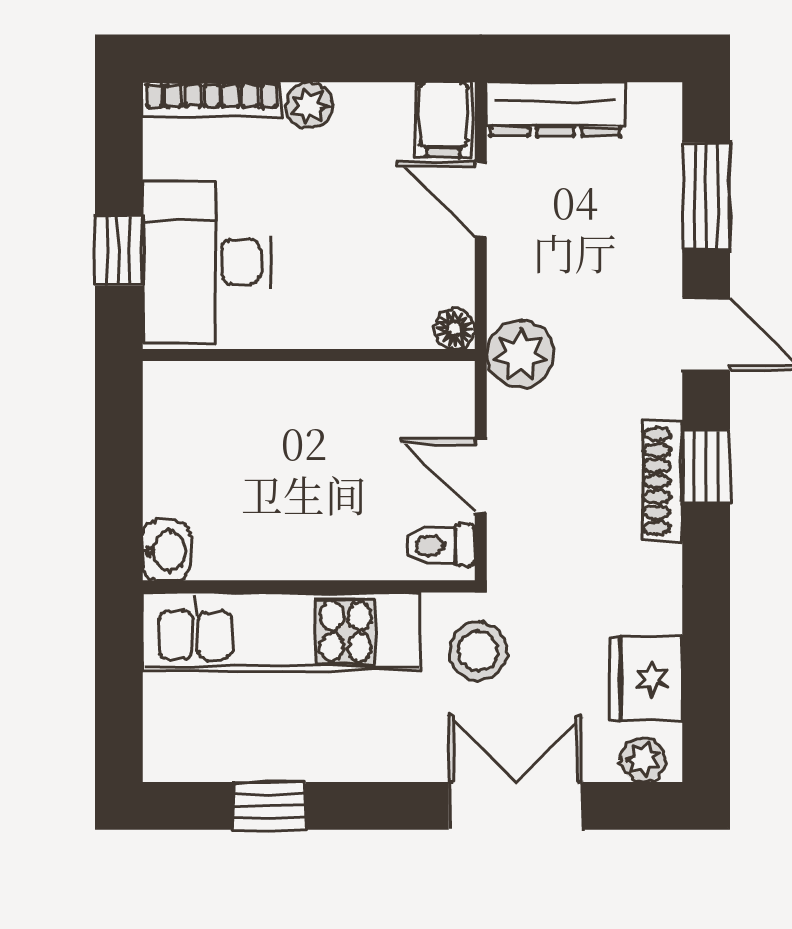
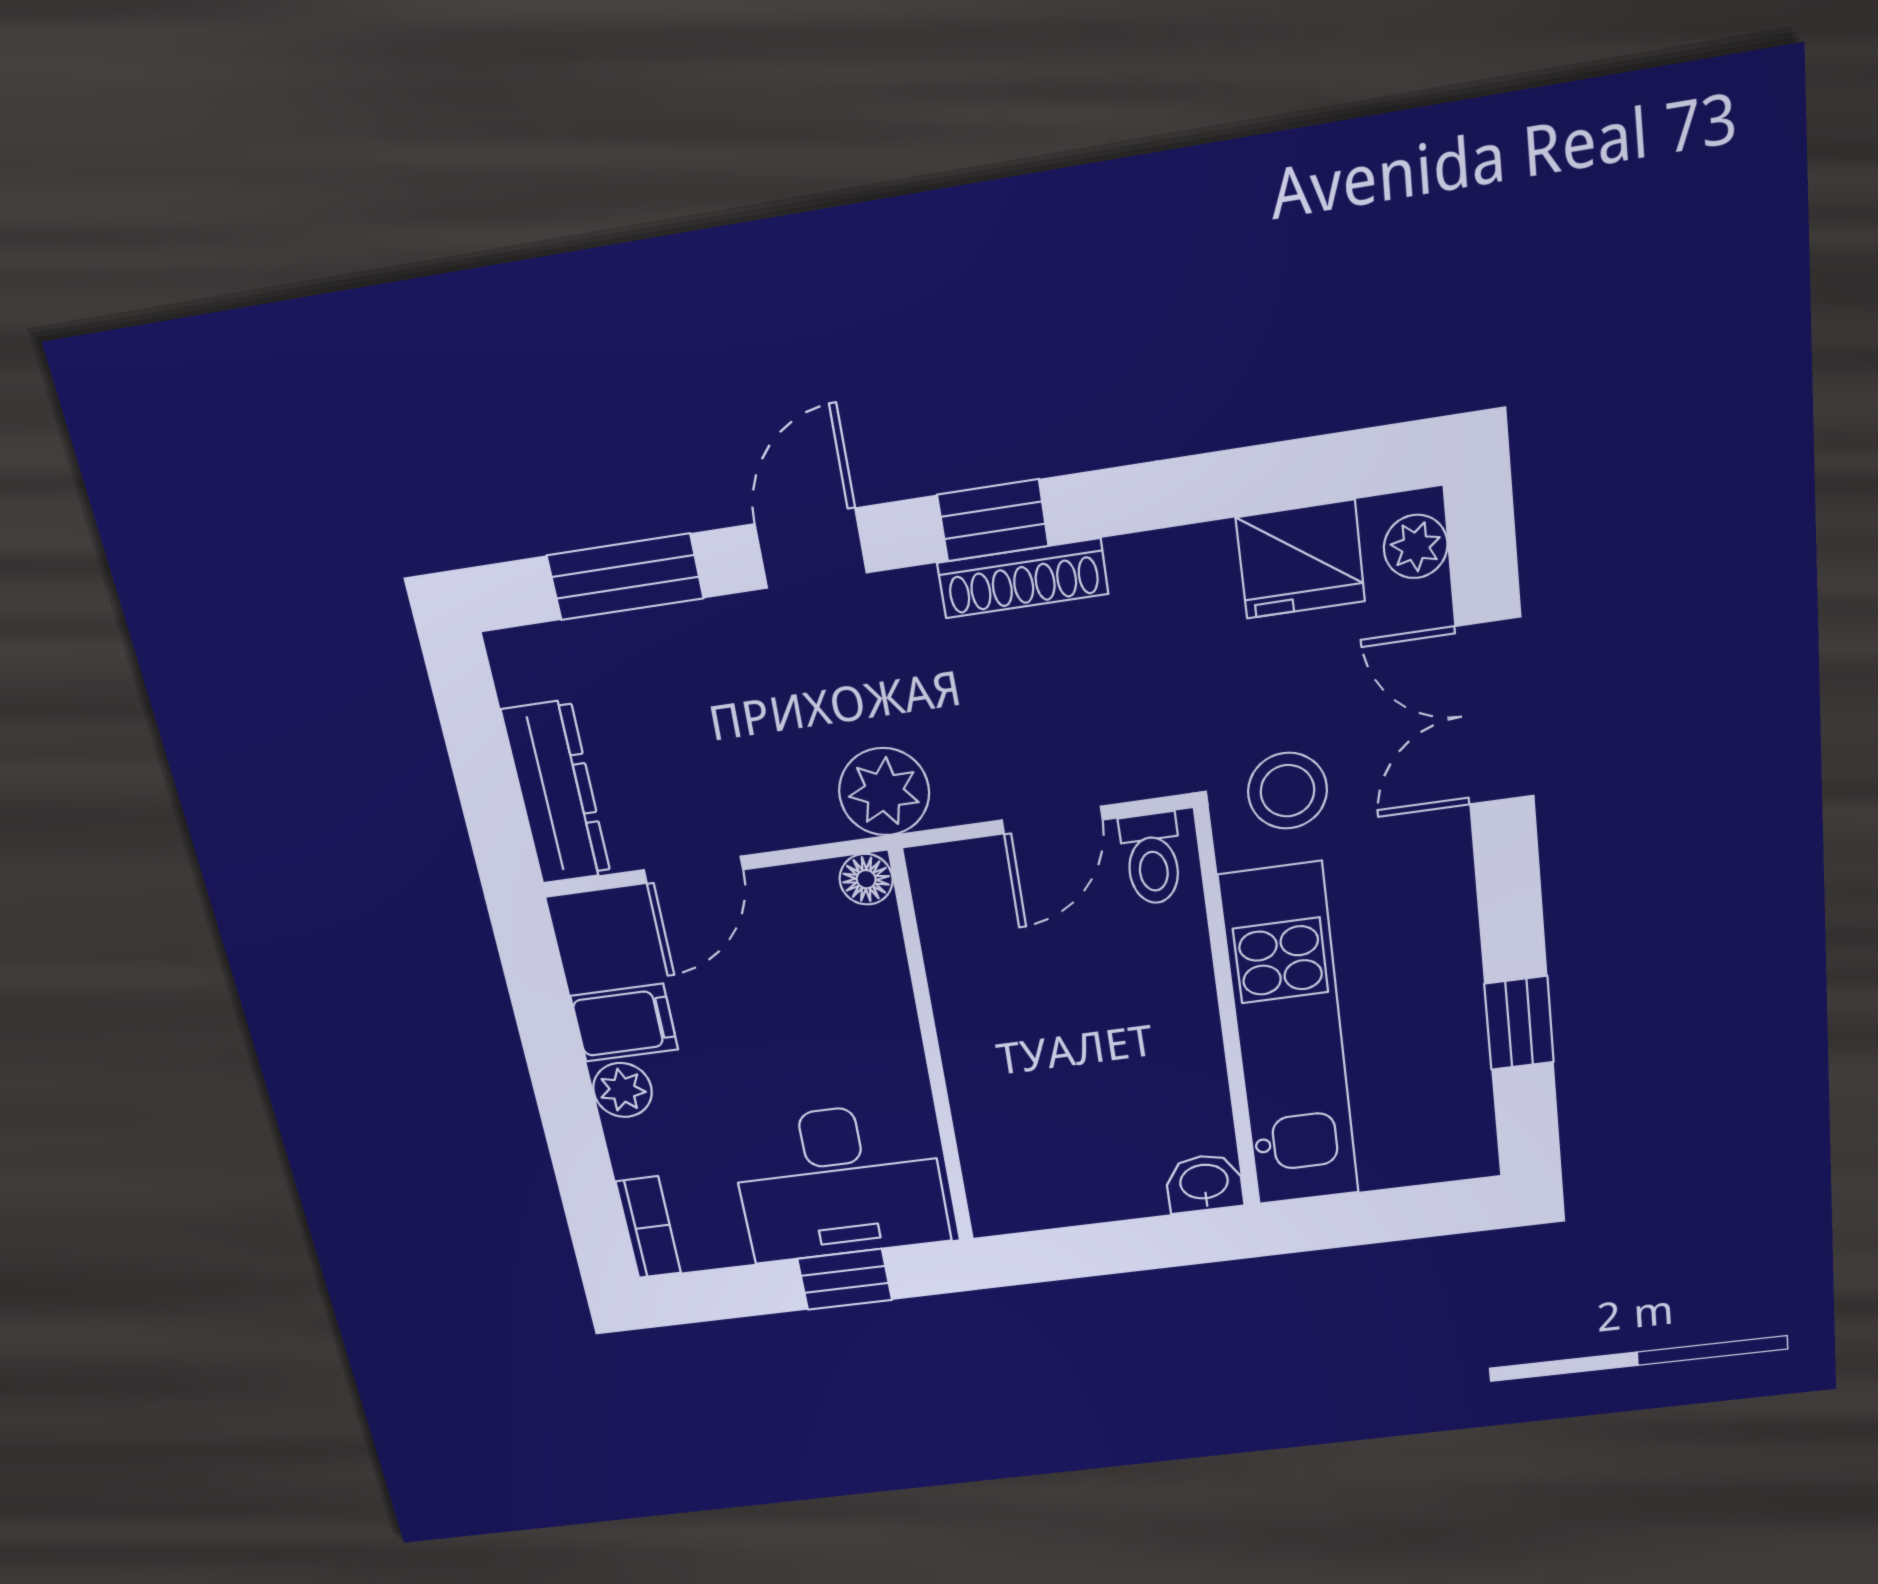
bookcase: (212, 100) -> (648, 1227), width x0.64
filing cabinet: (444, 120) -> (624, 1023), moved

